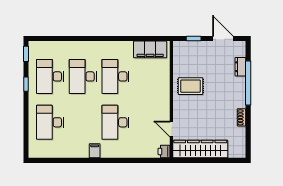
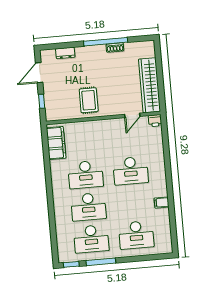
window: (248, 83) -> (106, 42), moved
window: (26, 84) -> (101, 262), width x2.17
filing cabinet: (95, 151) -> (162, 203), moved

